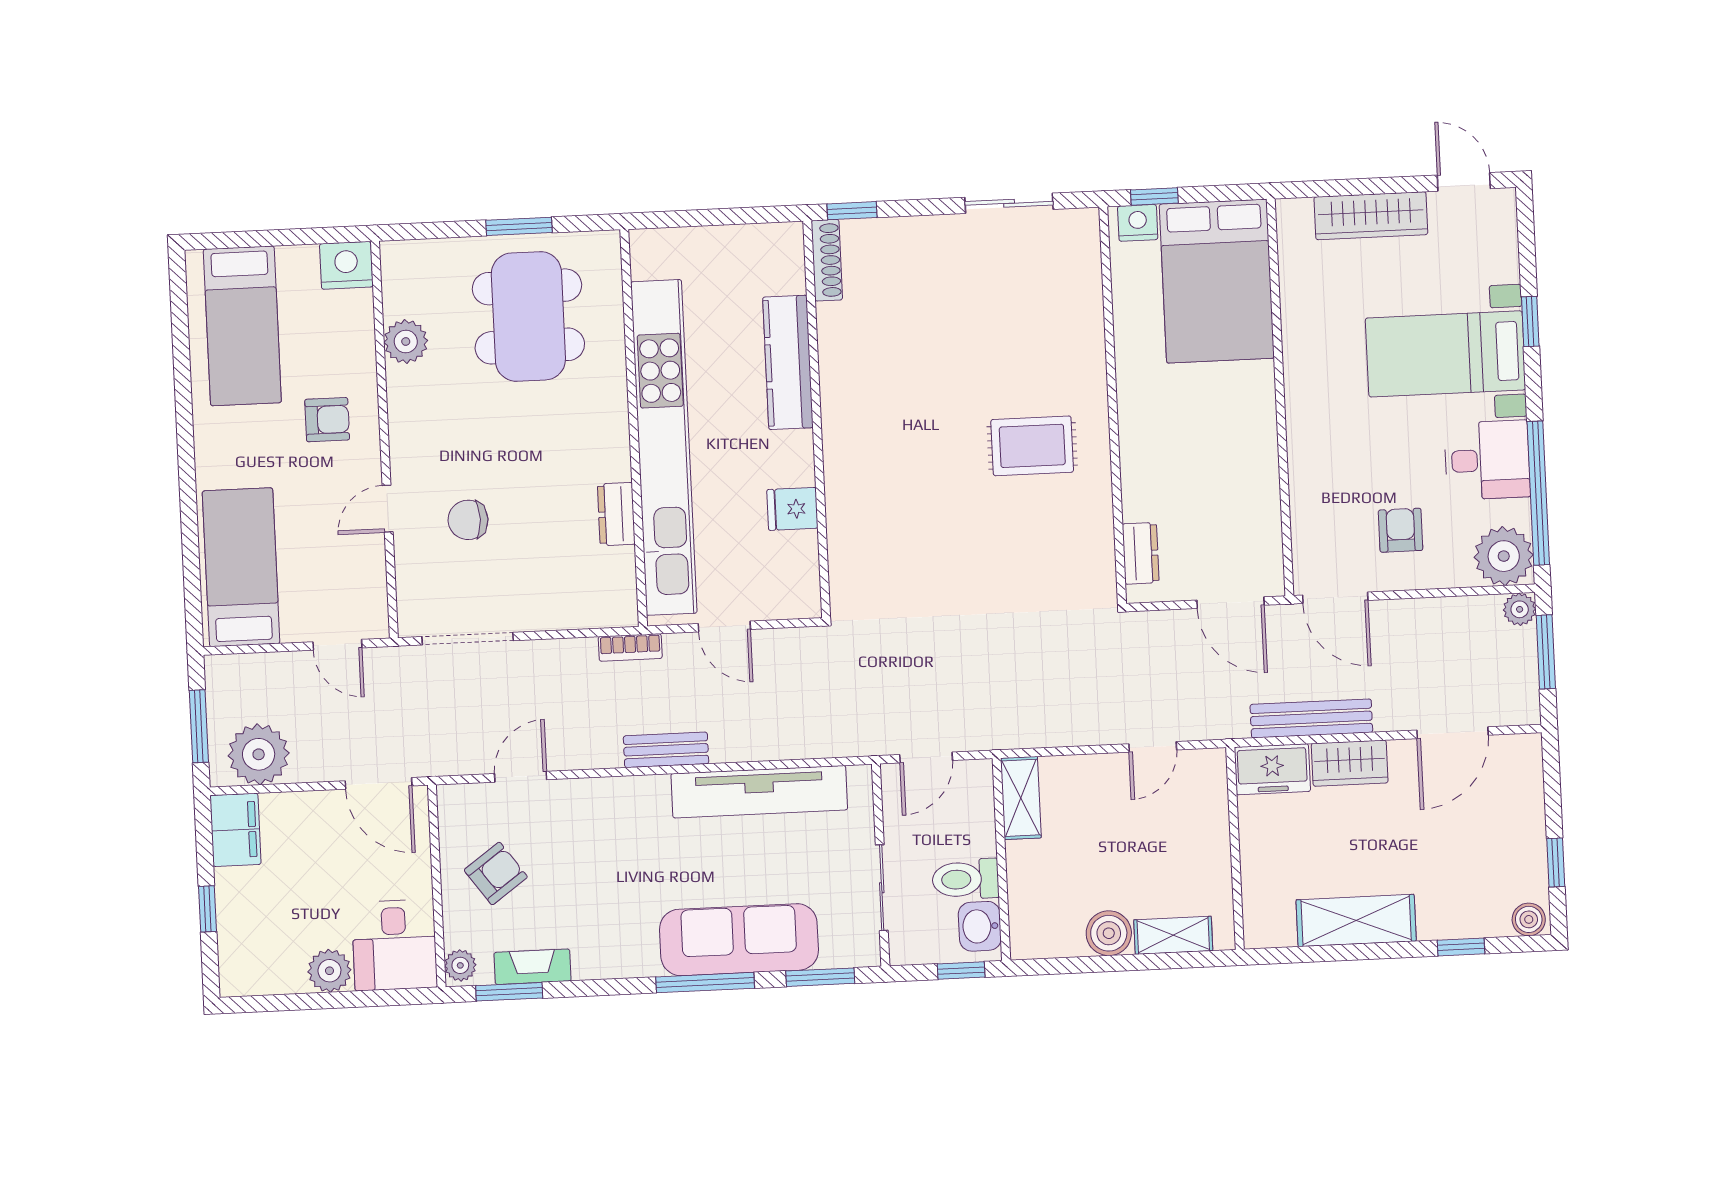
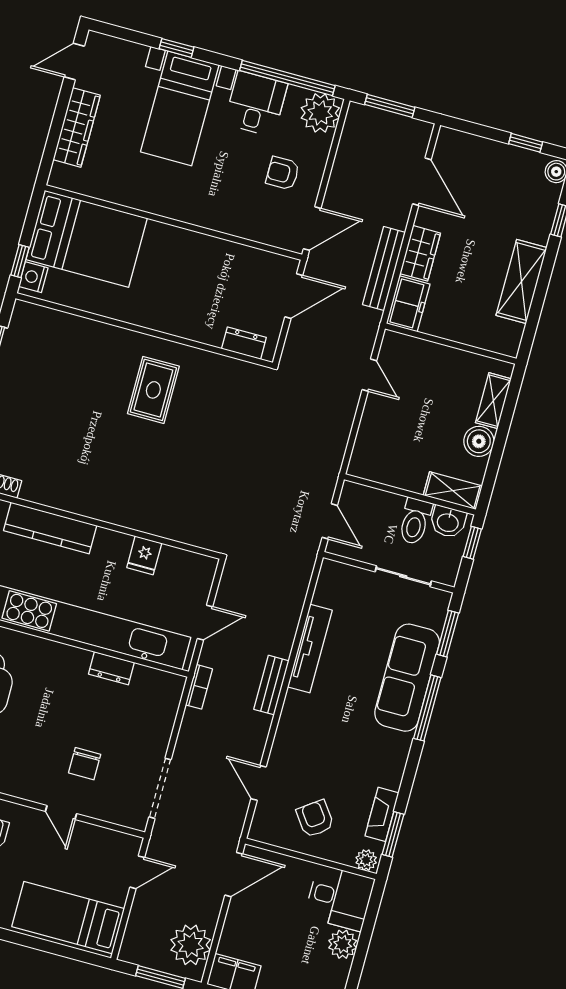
plant: (1520, 609) -> (357, 114), removed
tv unit: (759, 792) -> (310, 648), width x0.73, depth x0.78
shelving: (1021, 798) -> (453, 491), moved

